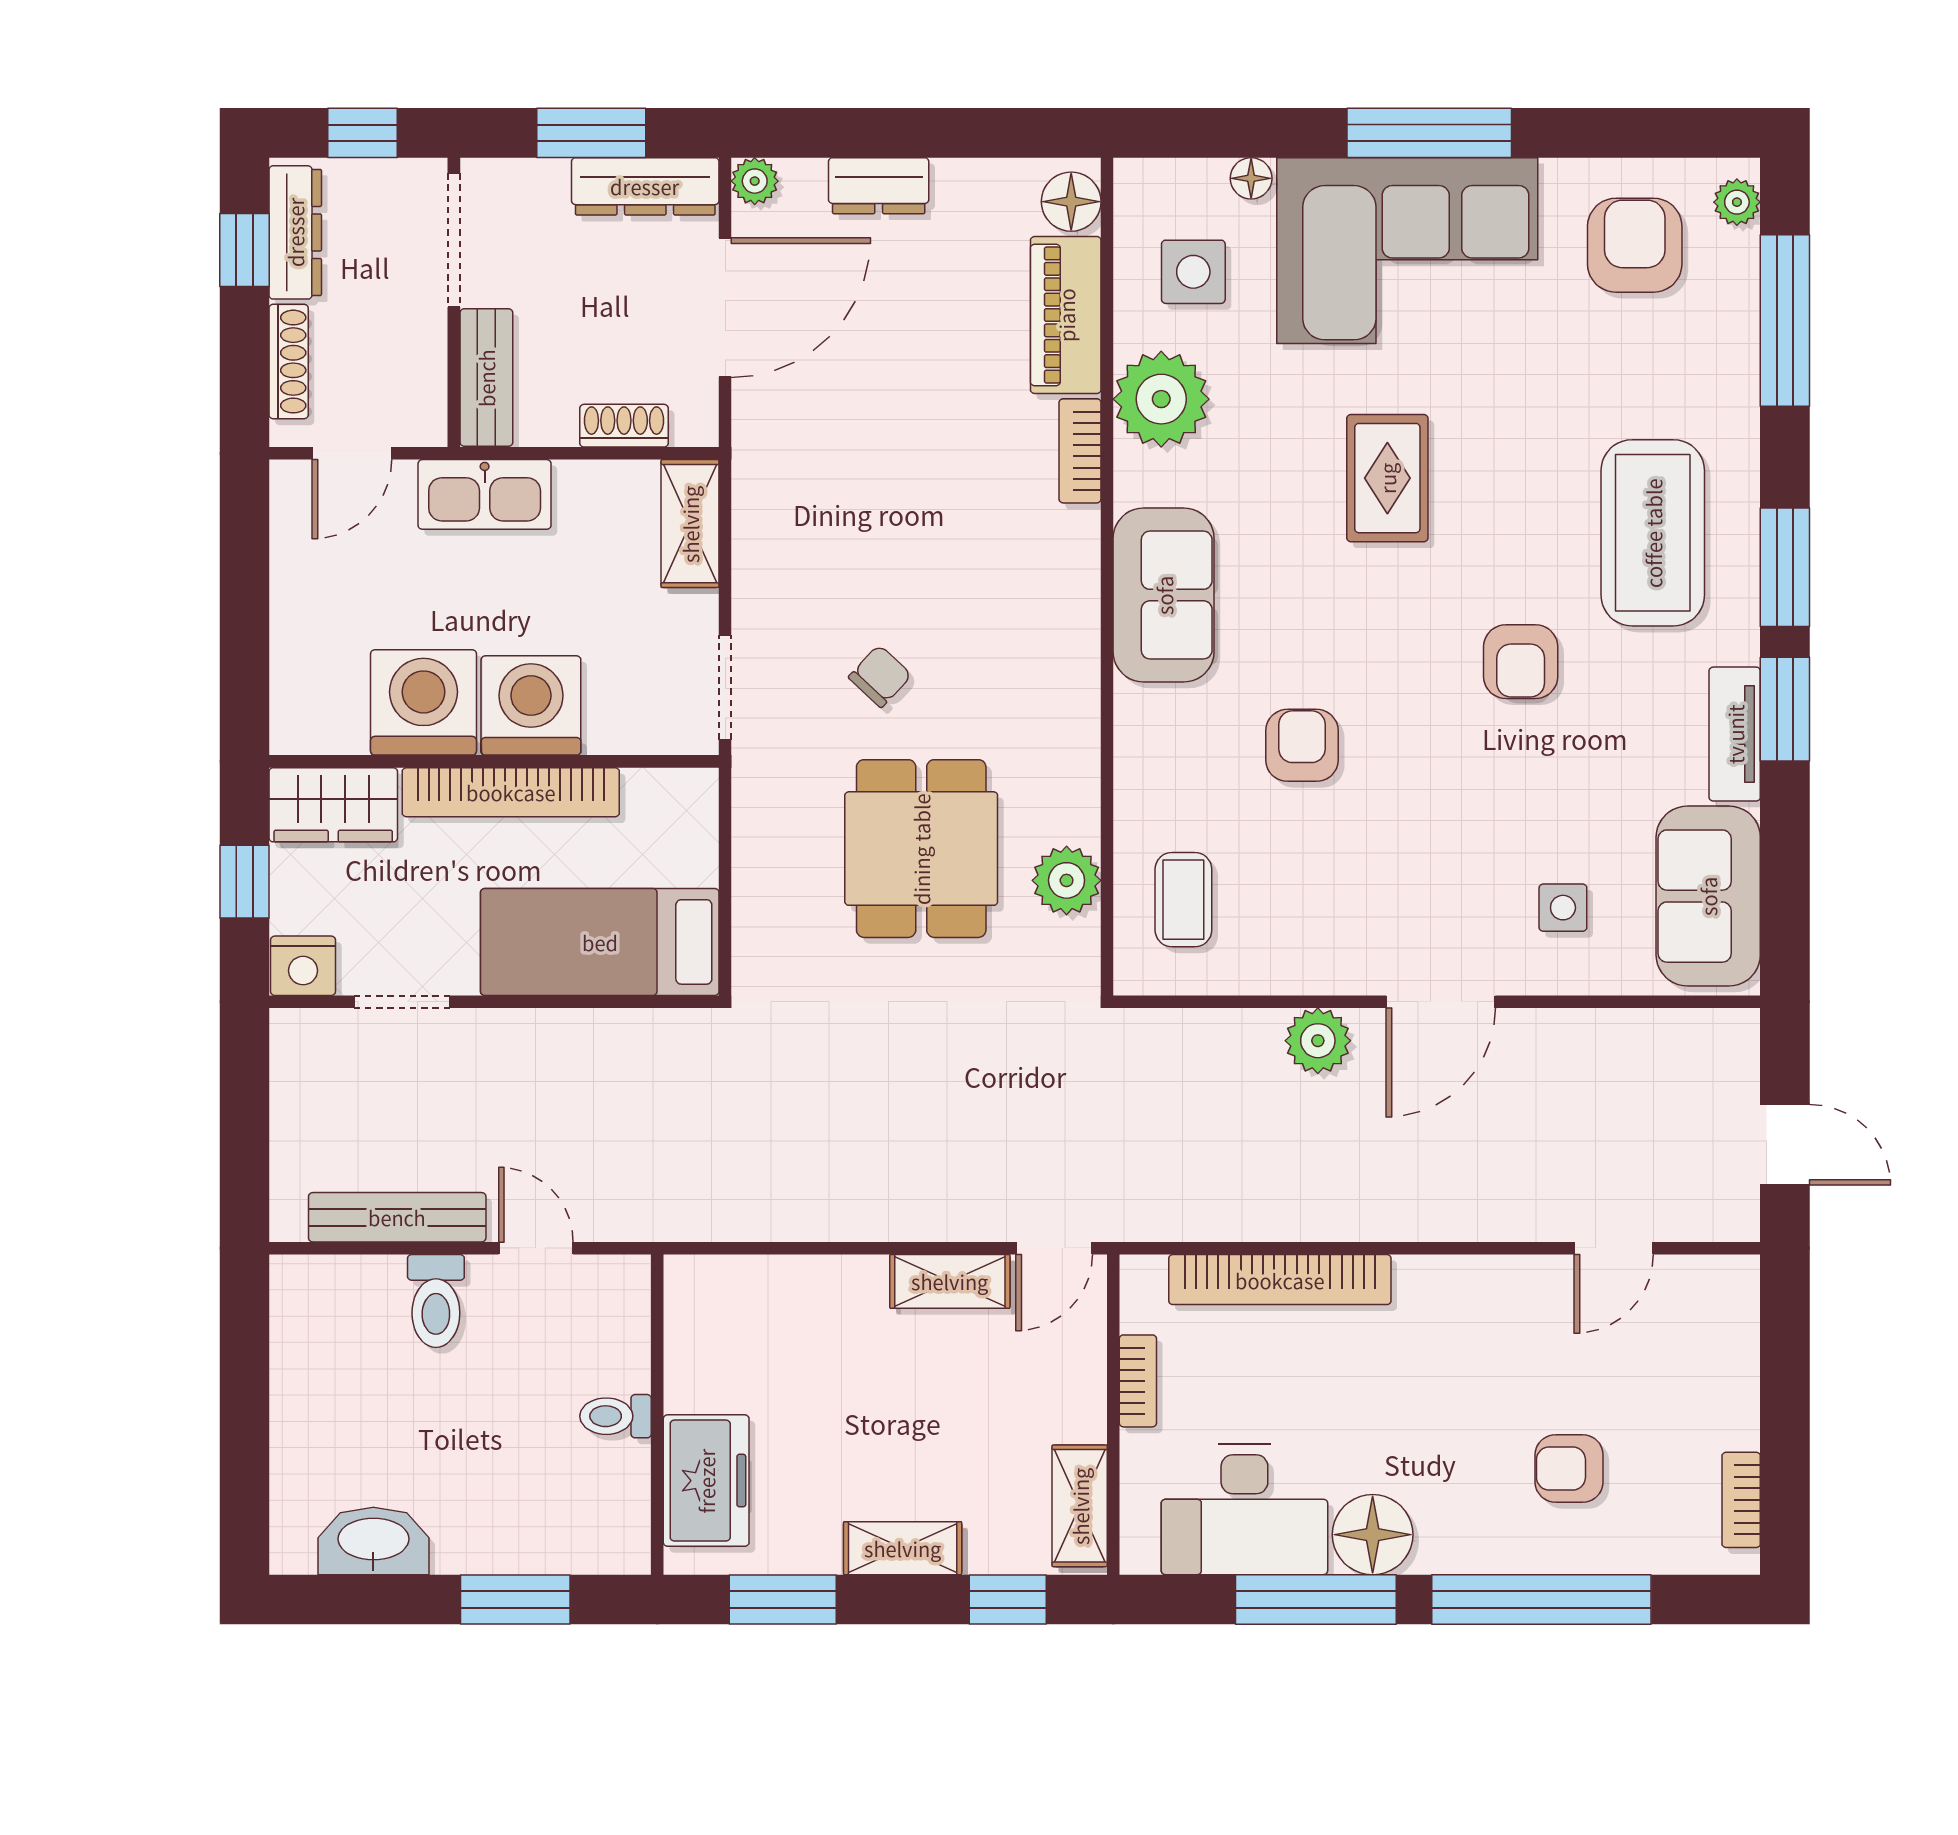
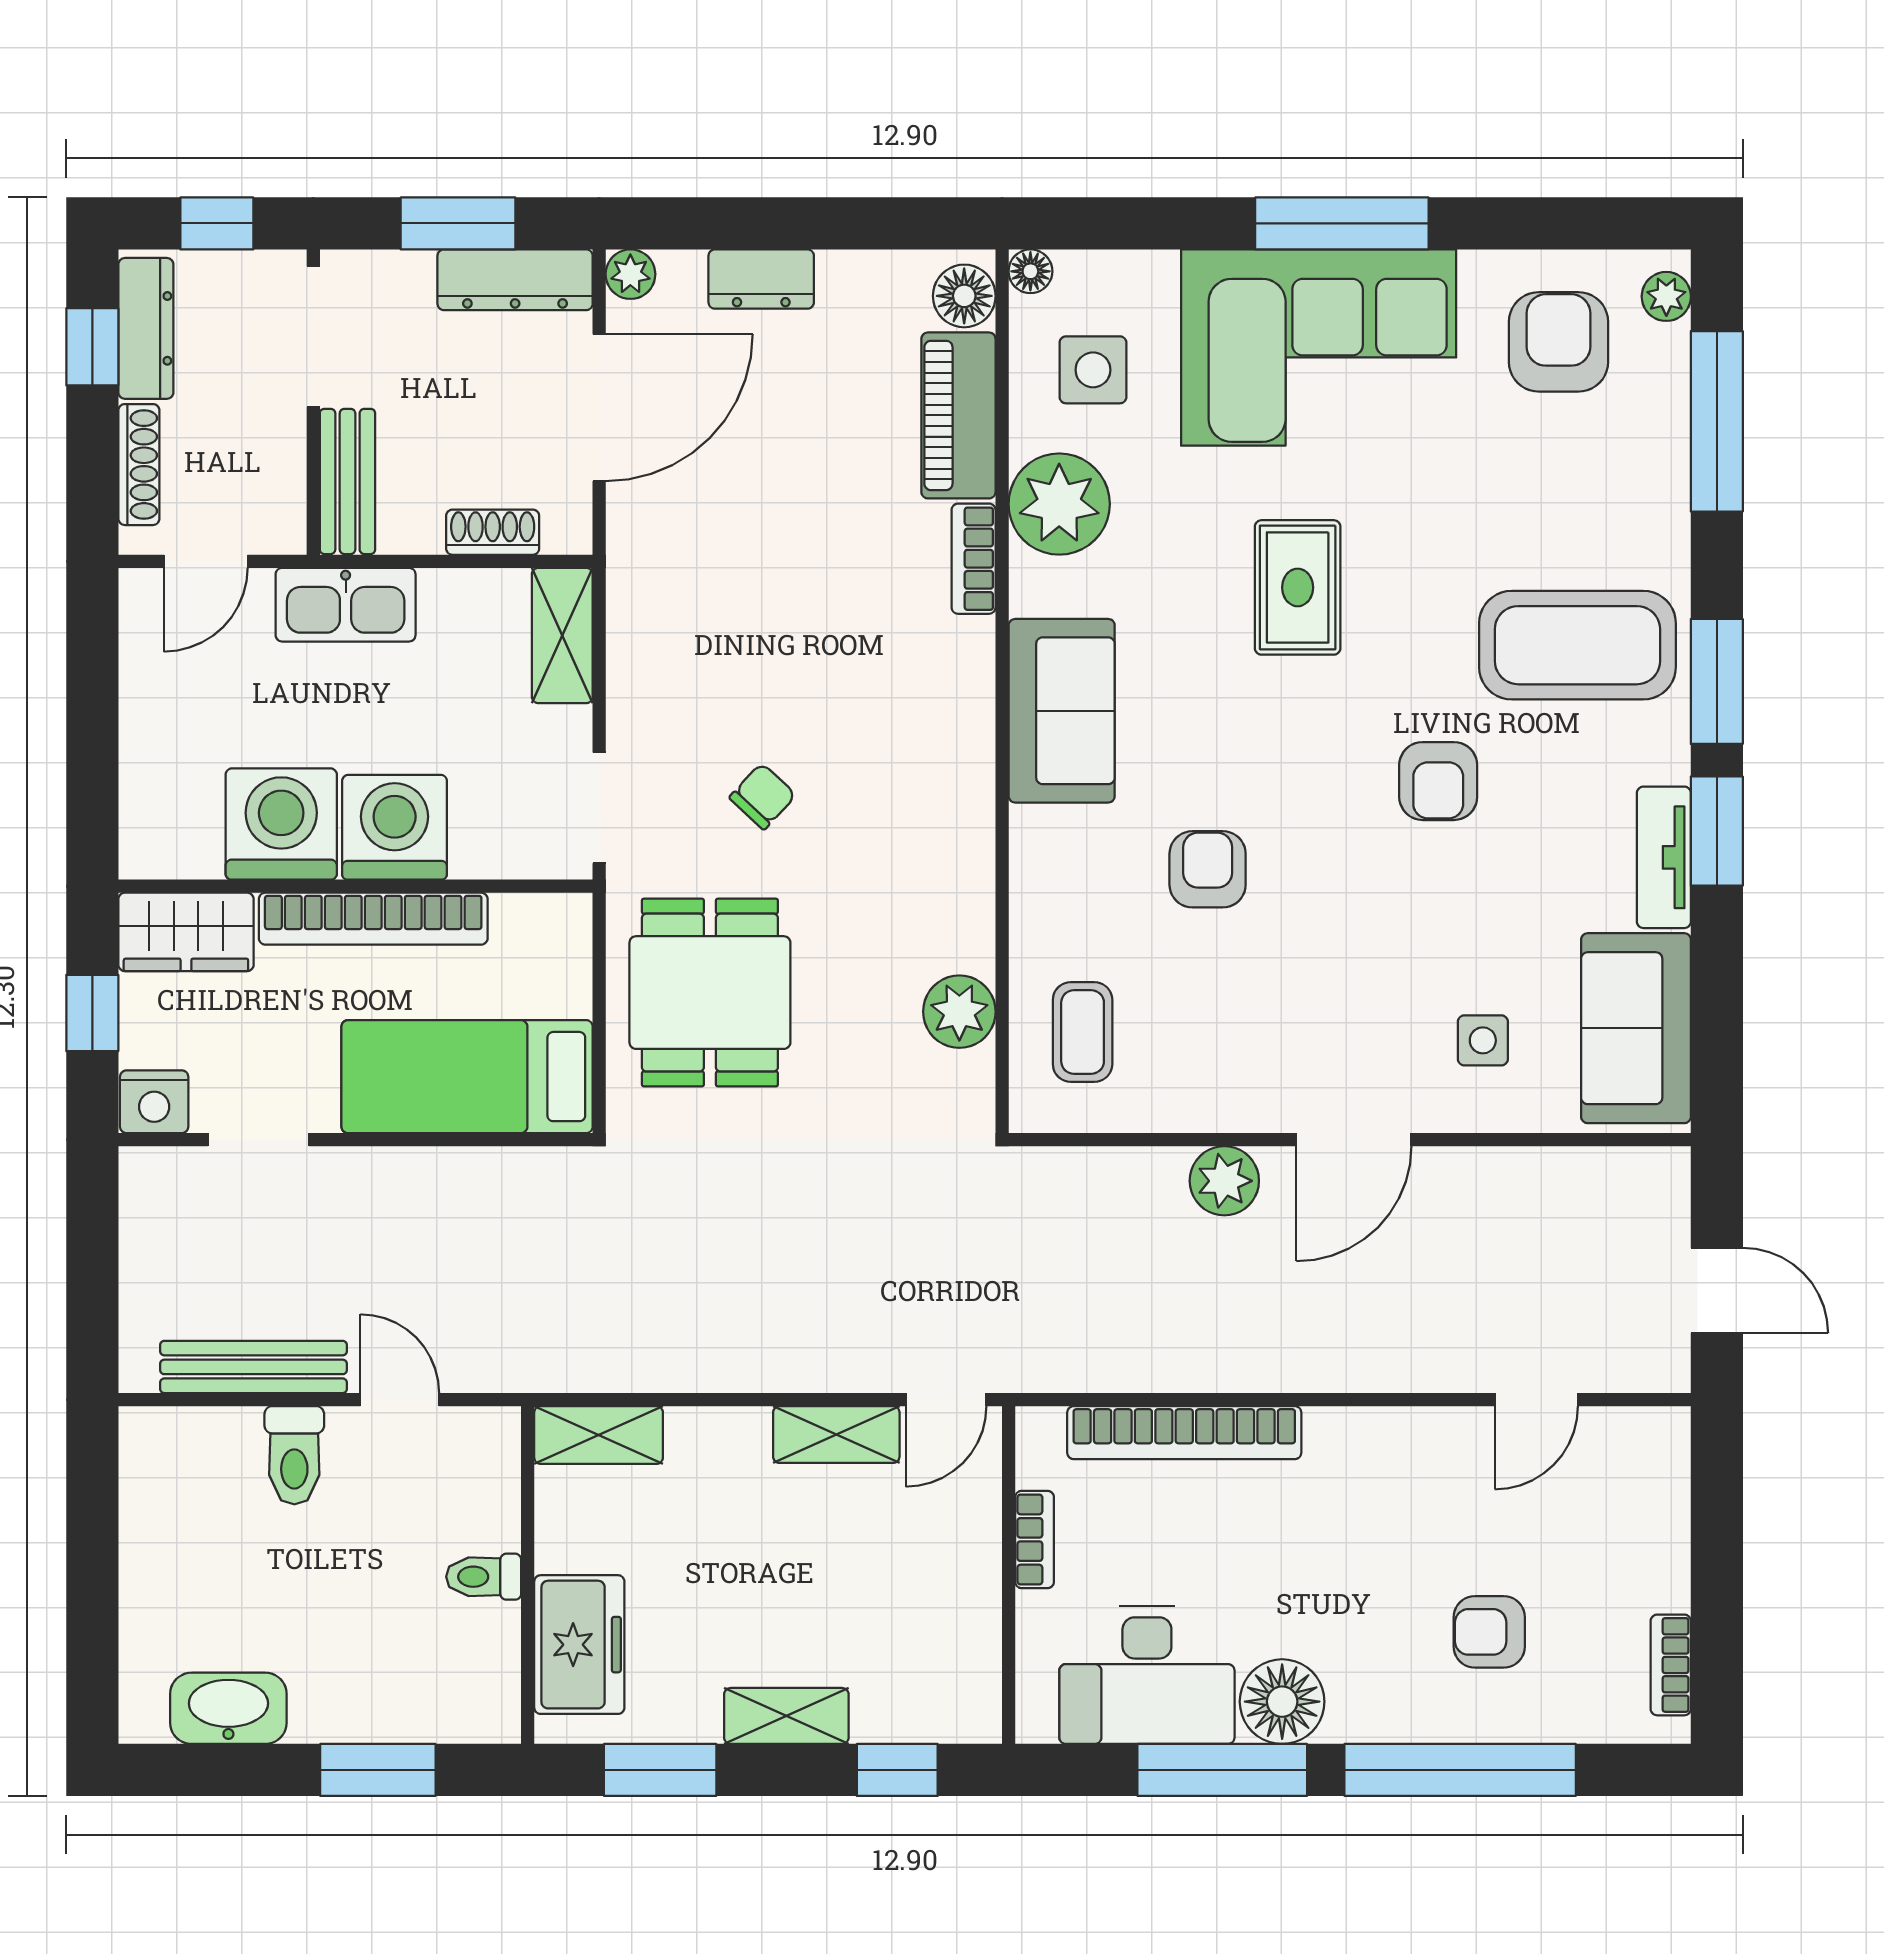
floor lamp: (1251, 178) -> (1030, 271), moved
coffee table: (1653, 533) -> (1577, 645), turned 90
dining table: (921, 849) -> (710, 993), moved
shelving: (1080, 1506) -> (599, 1435), moved, turned 90

